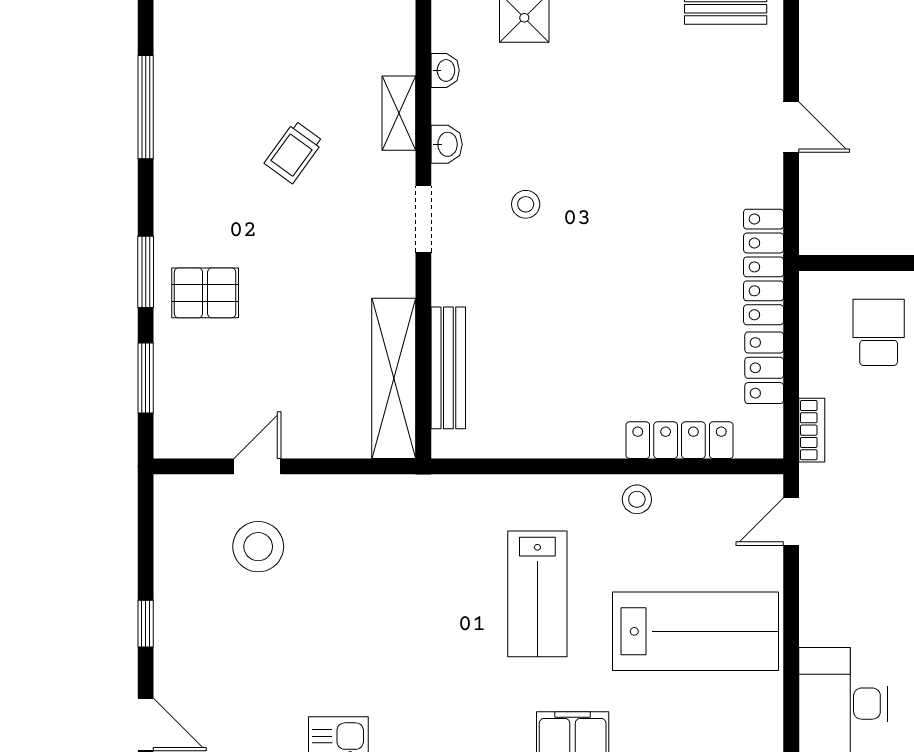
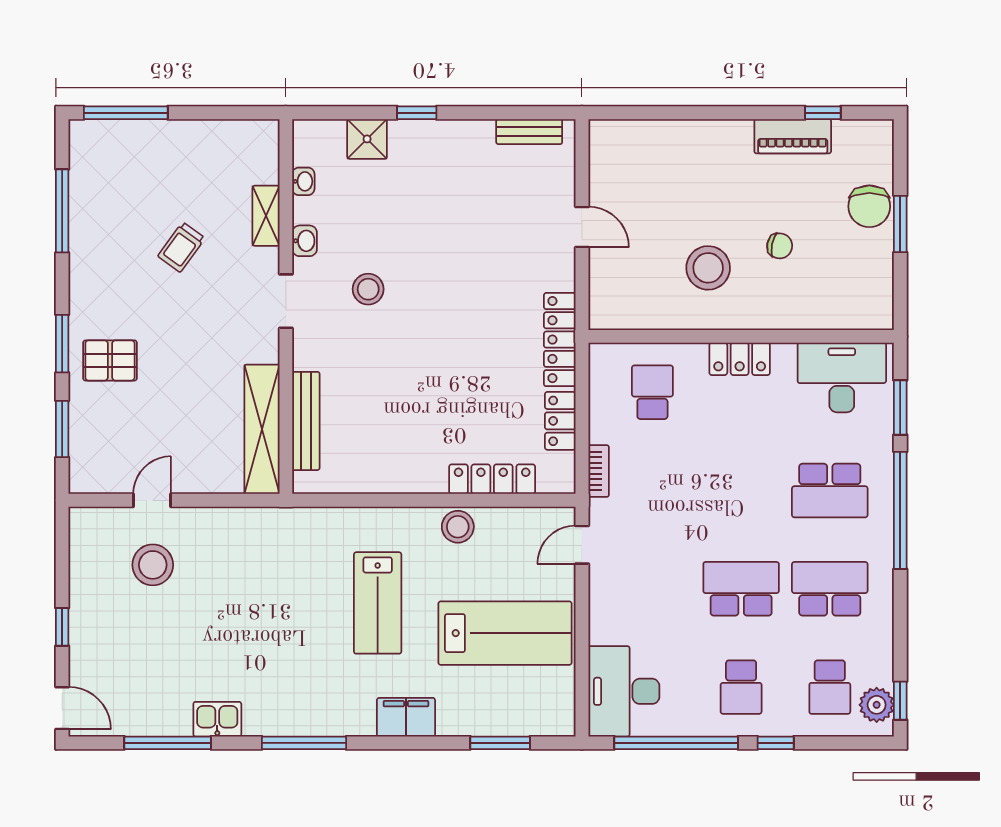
stool: (526, 204) -> (368, 289), width x1.37, depth x1.37
stool: (637, 499) -> (458, 527), width x1.37, depth x1.37

